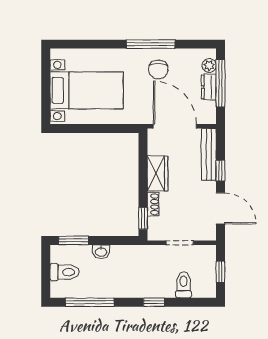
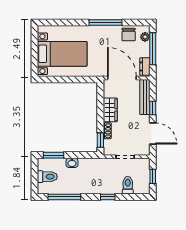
chair: (158, 70) -> (129, 34), moved
dresser: (209, 87) -> (145, 66), moved

